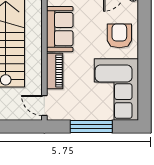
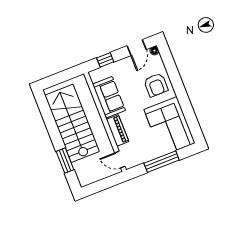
armchair: (119, 36) -> (156, 85), turned 180

